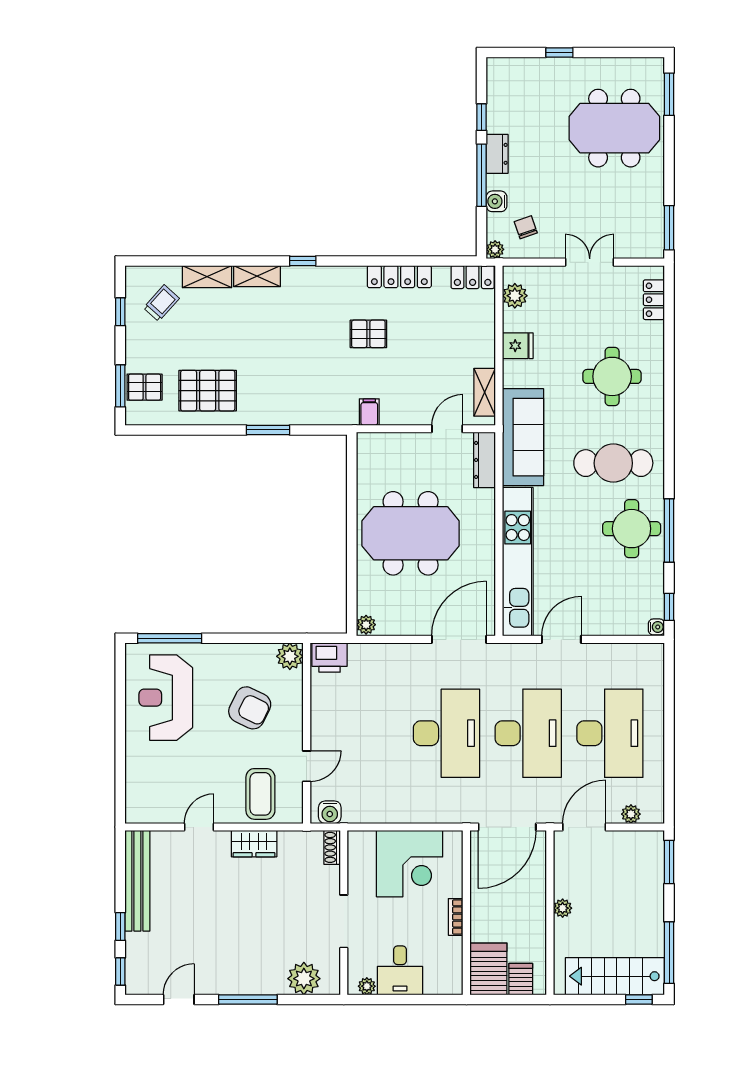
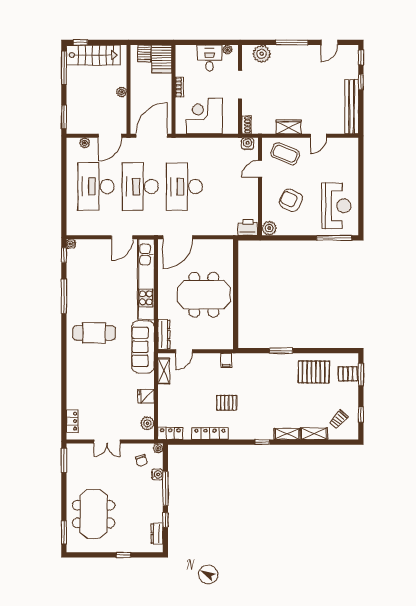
meeting table: (614, 128) -> (94, 514), turned 90
dresser: (497, 154) -> (157, 534), moved
round table: (612, 376) -> (95, 380), removed
round table: (632, 529) -> (84, 297), removed
plant: (366, 625) -> (228, 245), removed
coffee table: (260, 794) -> (285, 154), turned -68

